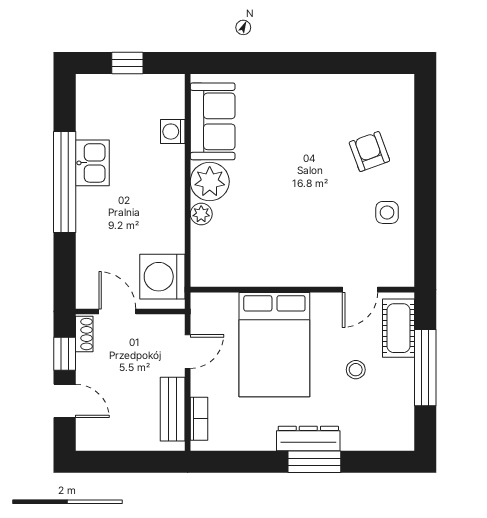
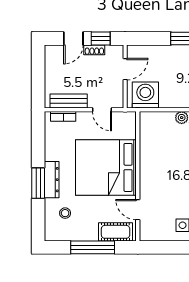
shoe rack: (84, 334) -> (94, 50), moved
bed: (274, 345) -> (106, 167), width x1.36
stool: (356, 370) -> (65, 213), moved

